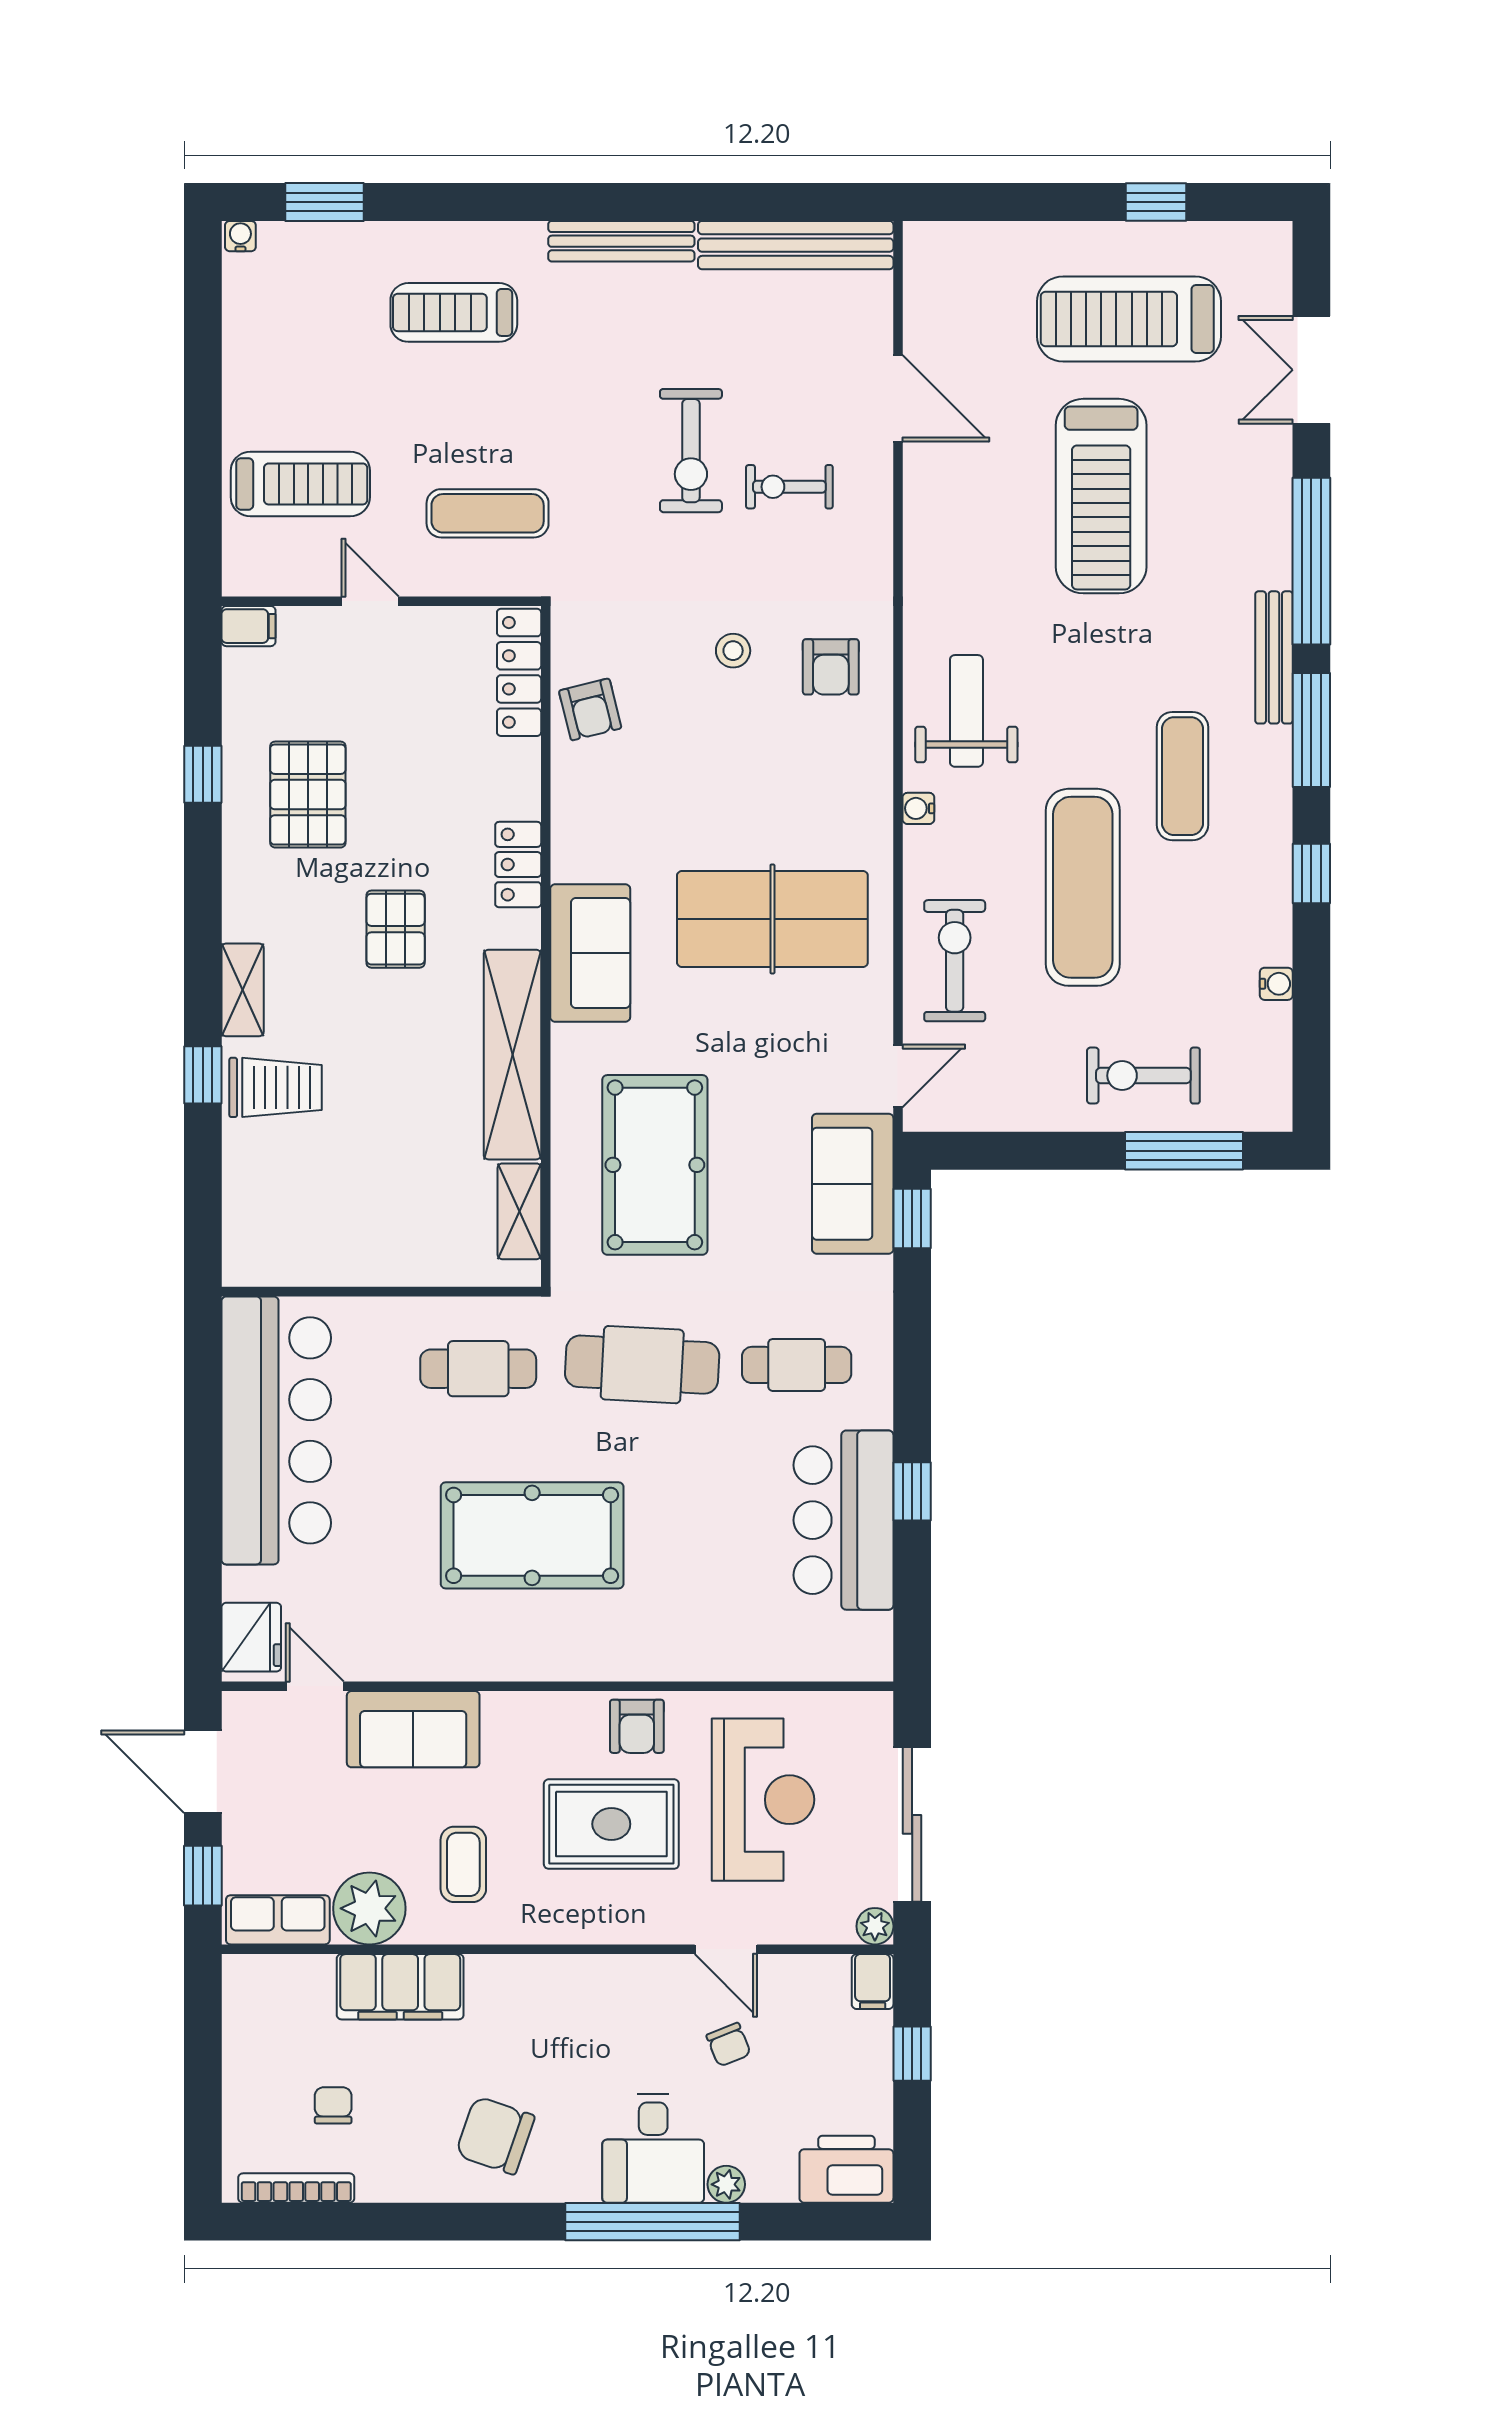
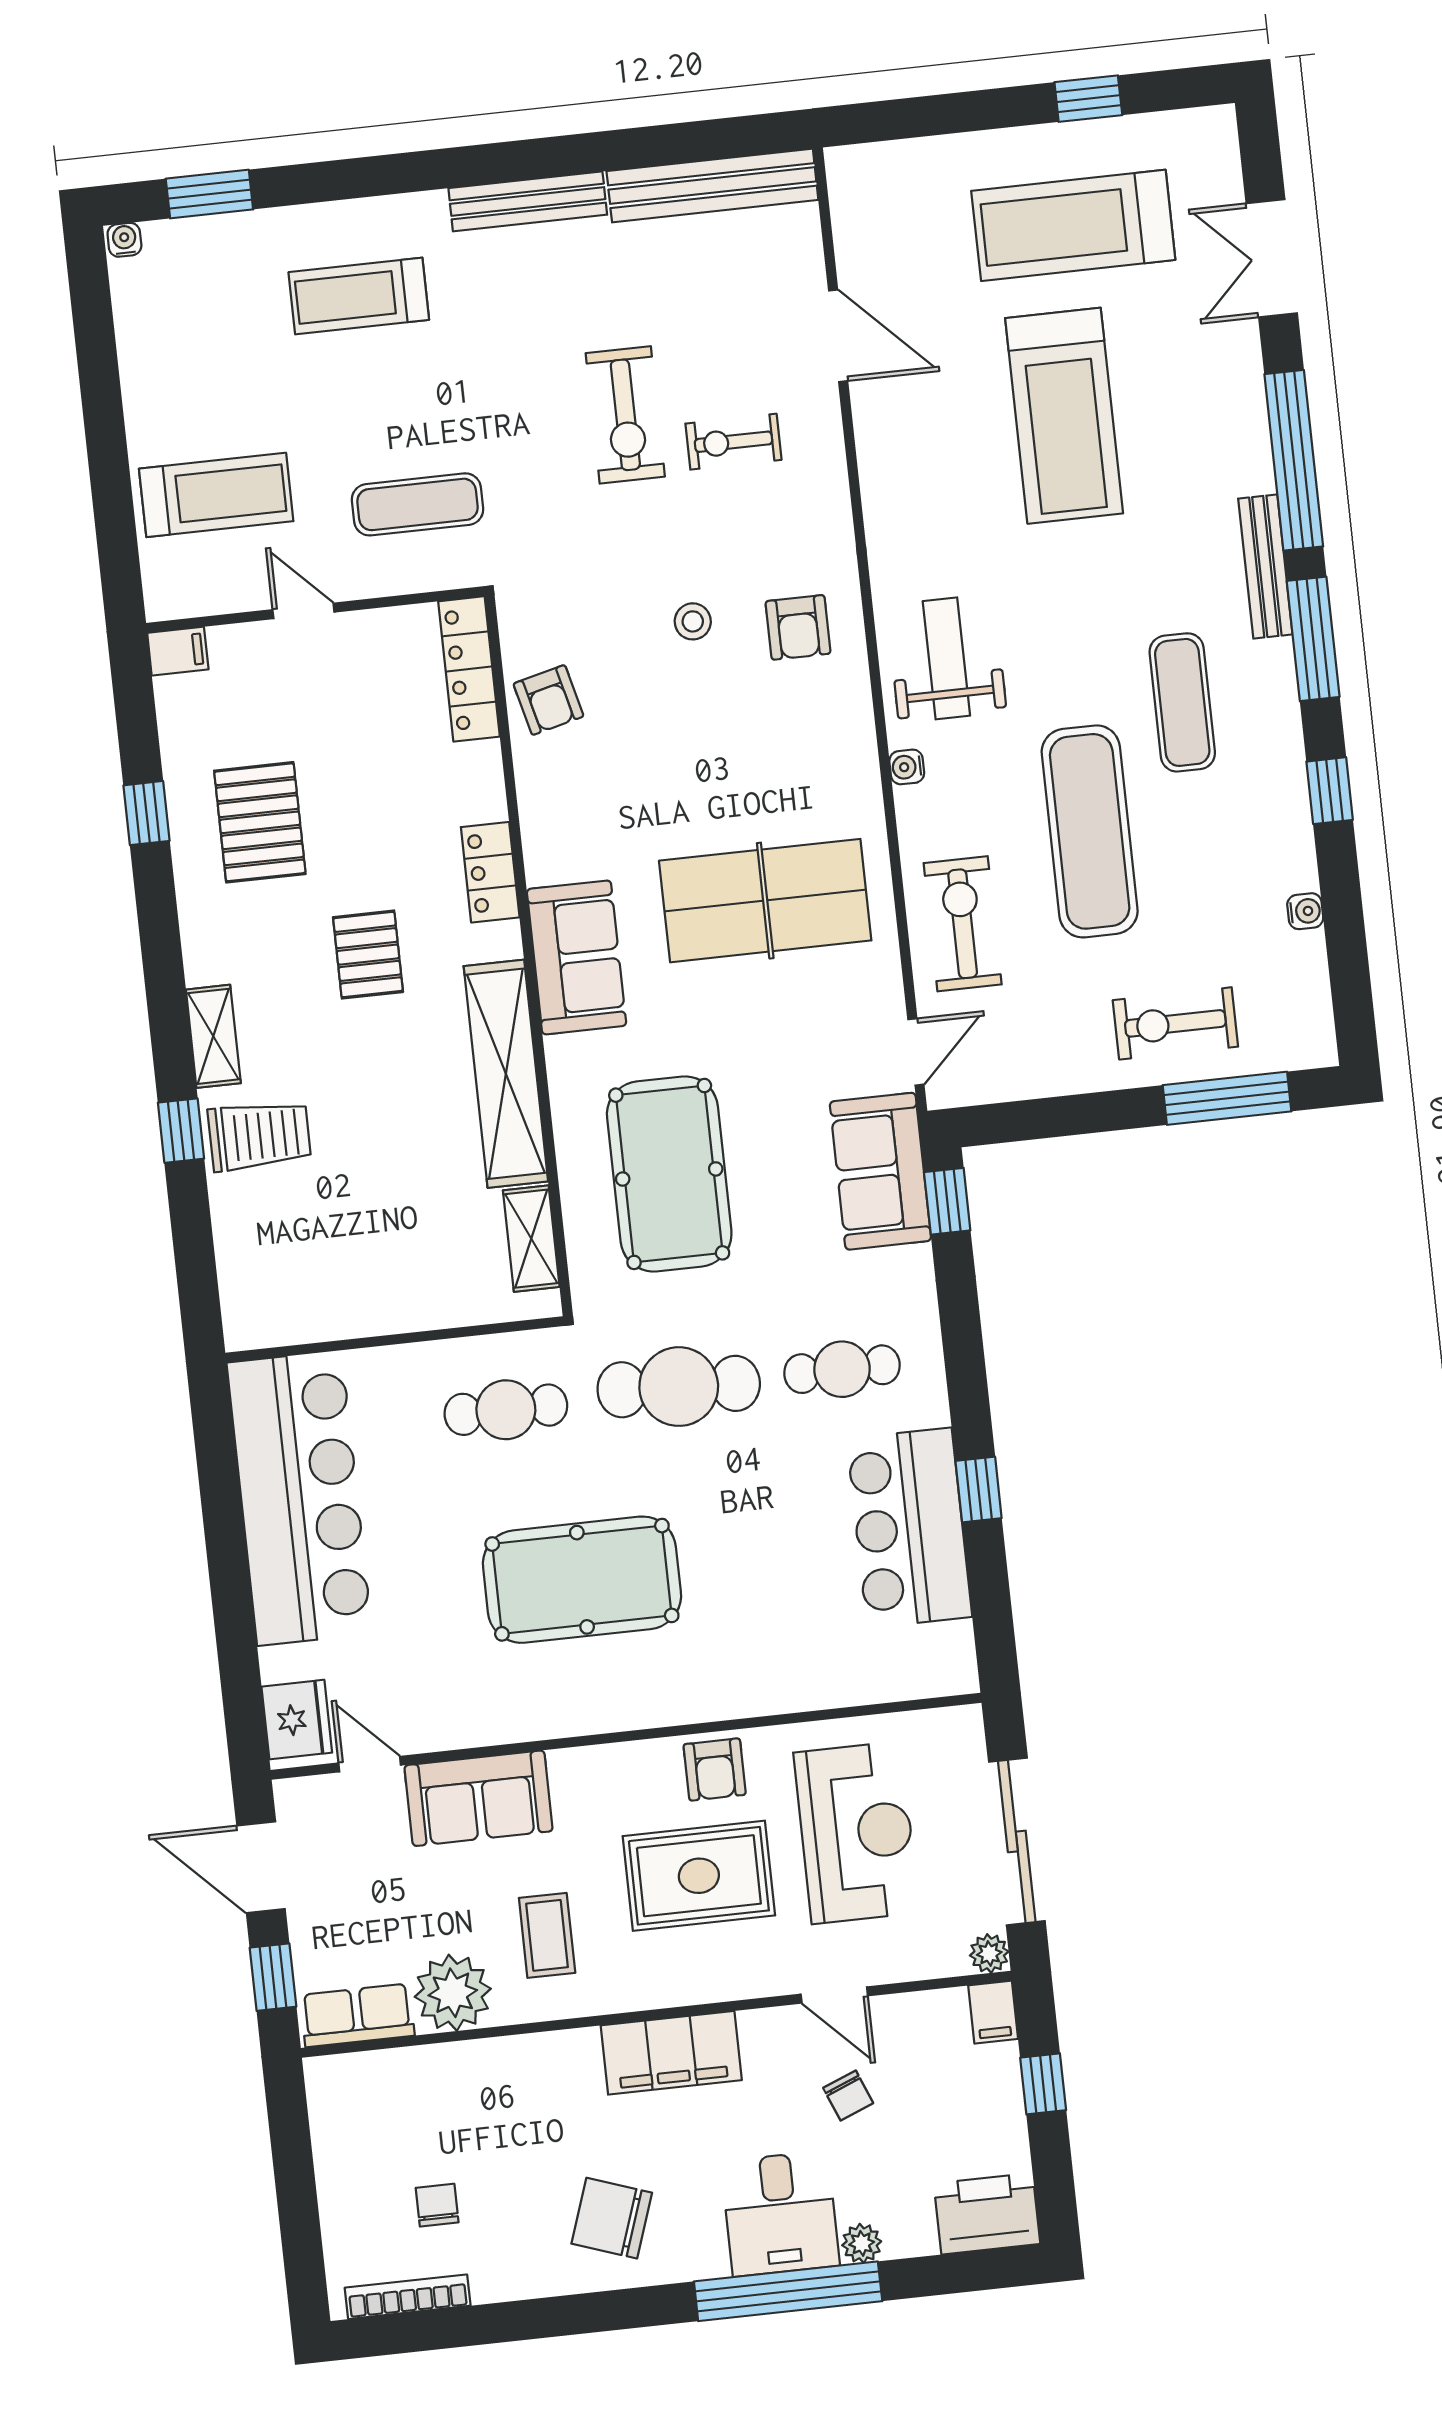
filing cabinet: (400, 1987) -> (671, 2053), moved

